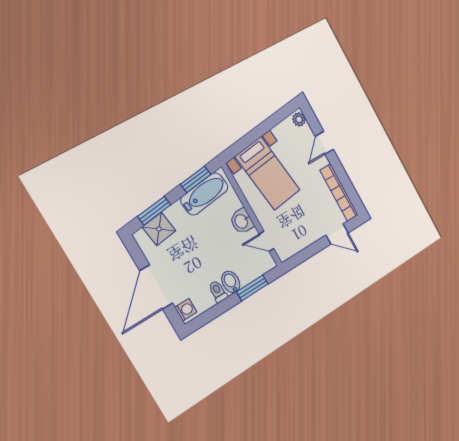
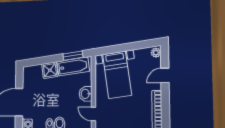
window: (154, 211) -> (41, 61), removed
shower: (159, 229) -> (50, 70), moved

